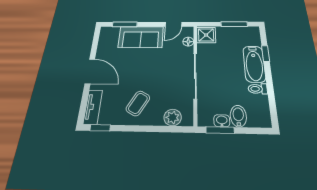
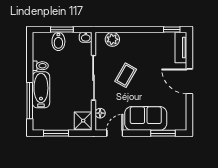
window: (266, 54) -> (30, 101), width x2.17
coffee table: (138, 103) -> (126, 75), moved
washbasin: (222, 121) -> (86, 37), moved
window: (220, 130) -> (62, 30), moved

